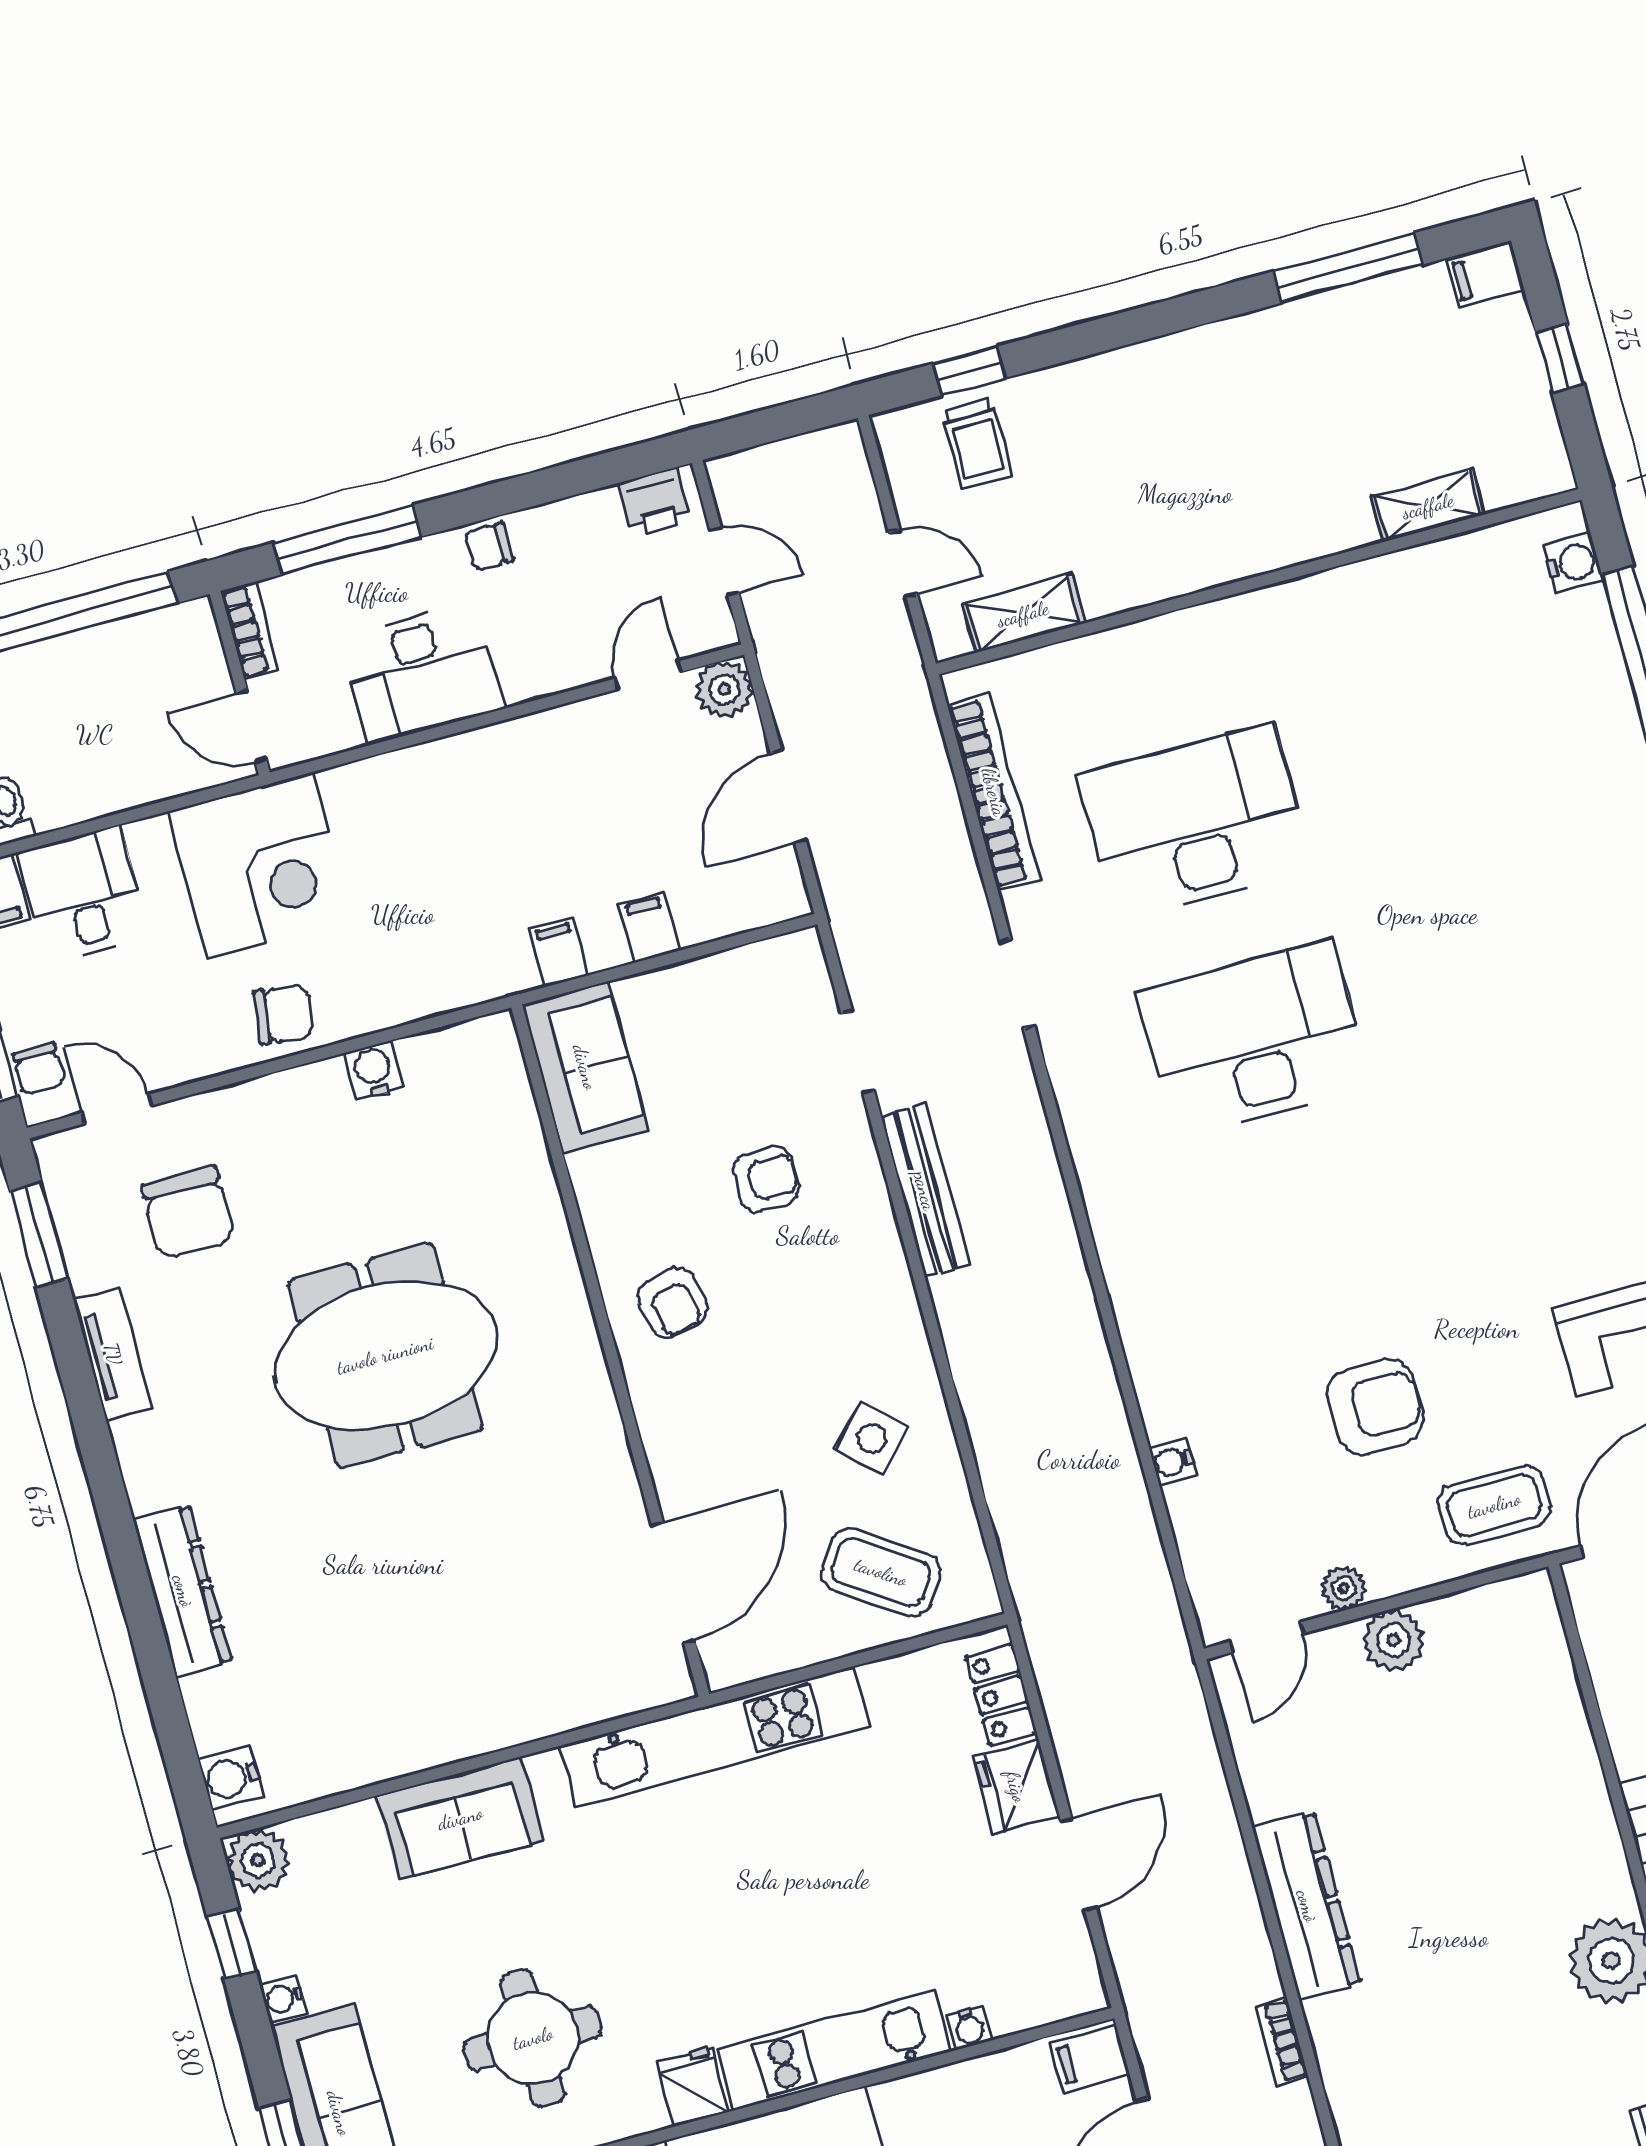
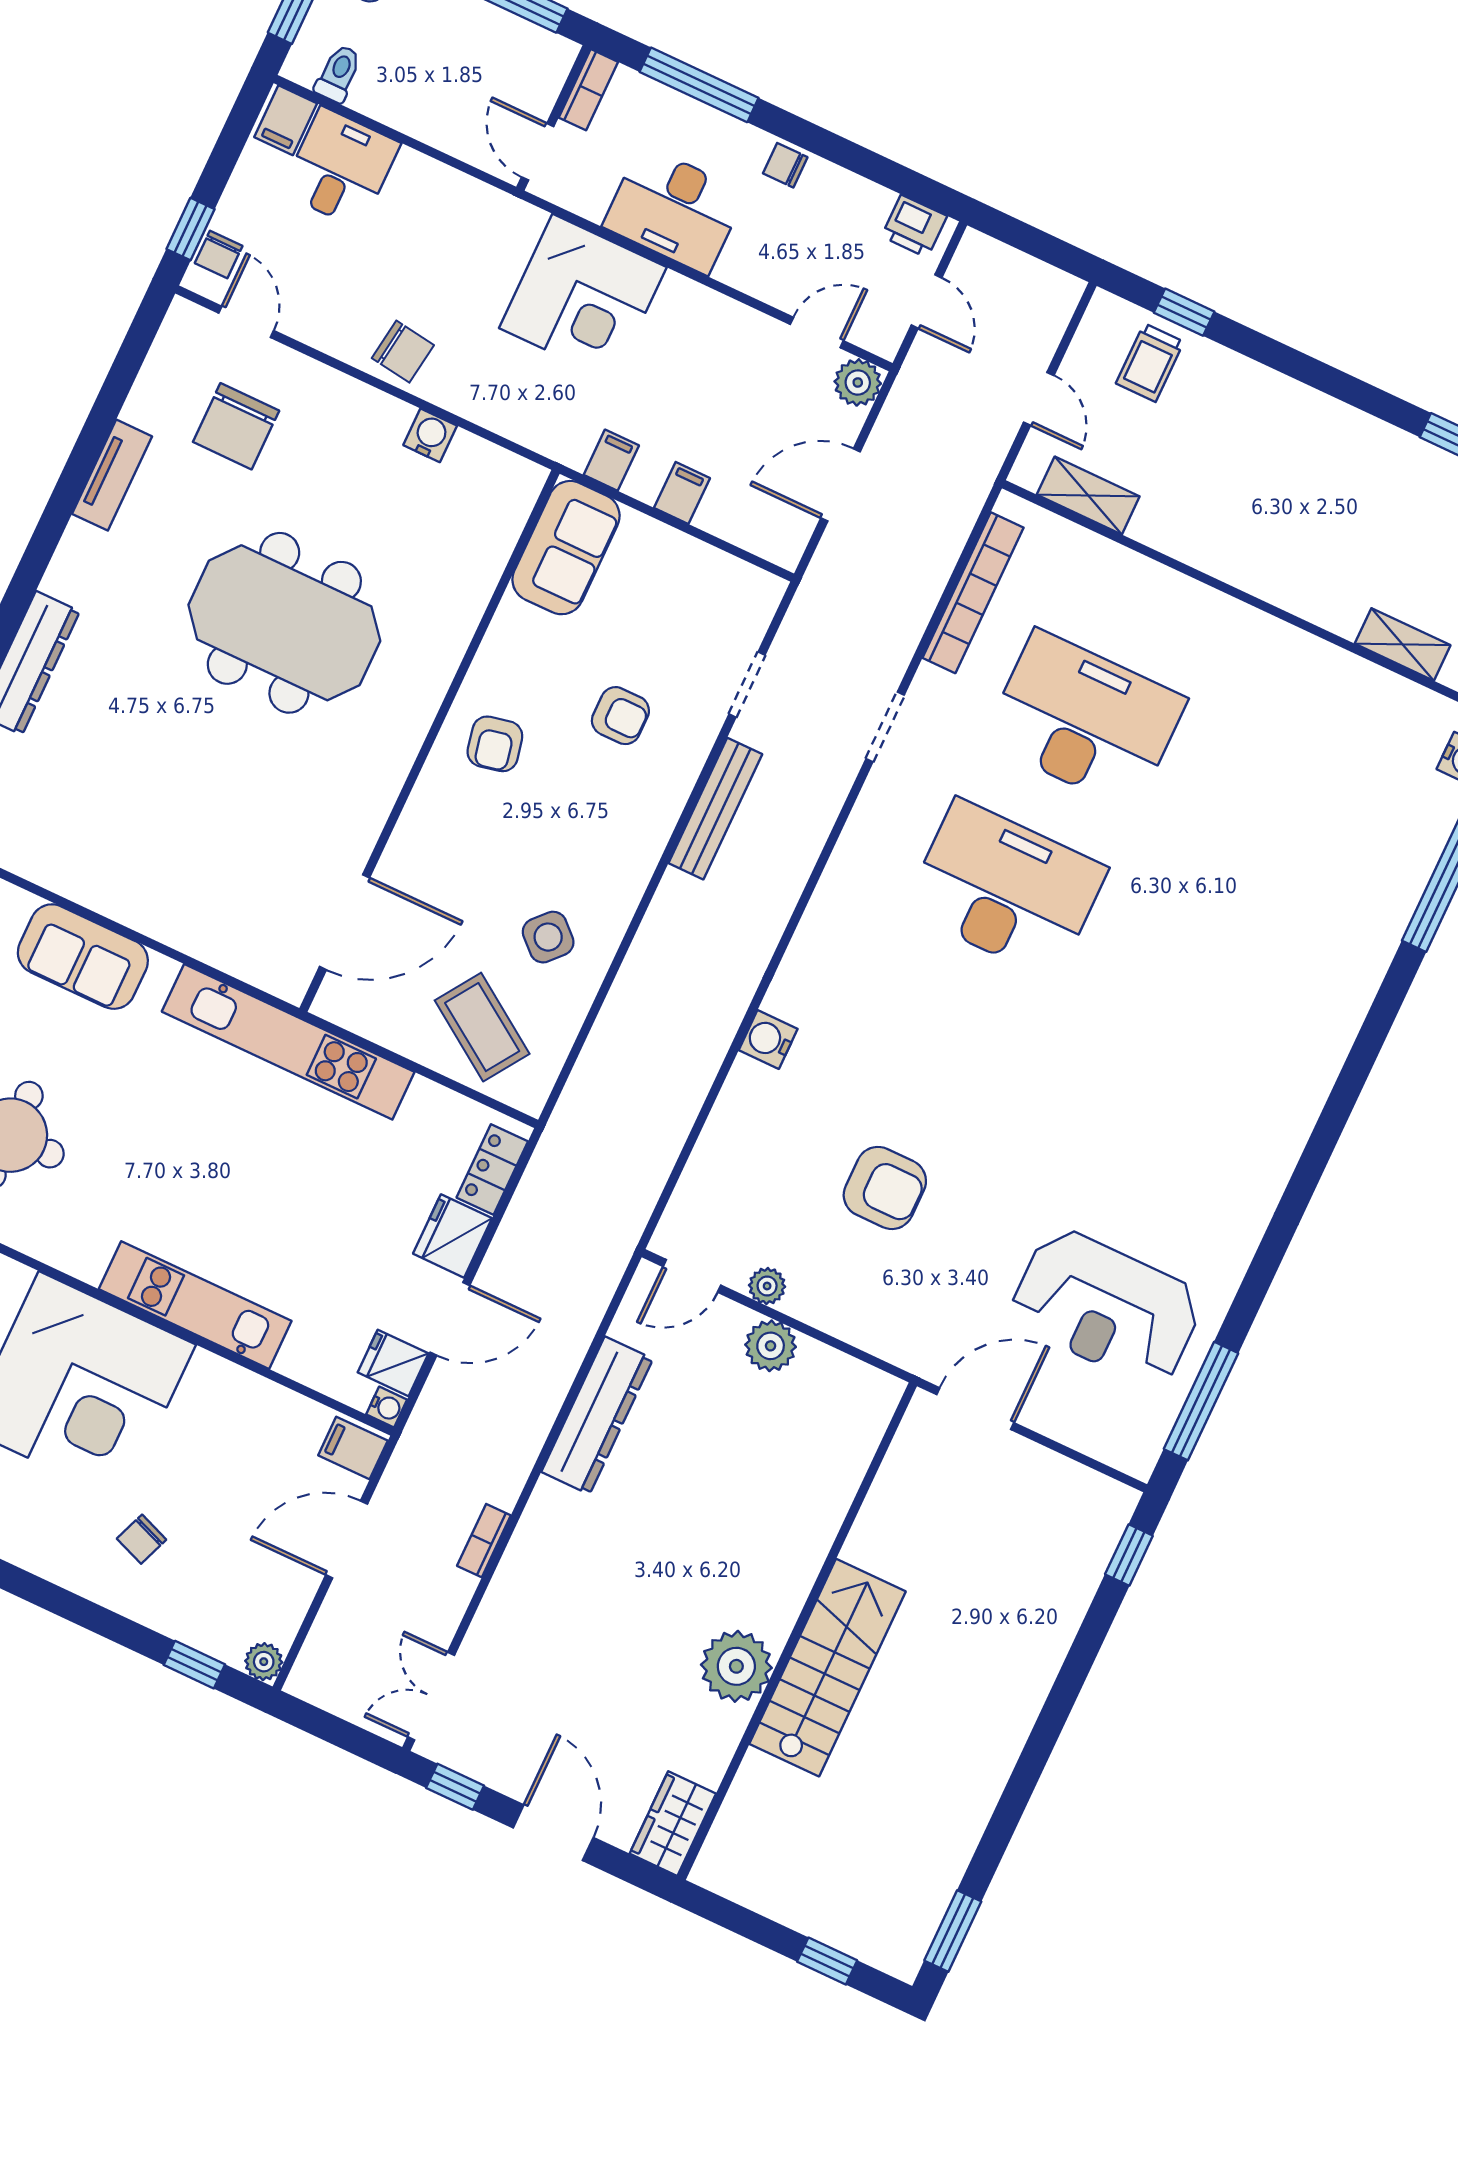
corner desk: (260, 865) -> (583, 298), moved
window: (39, 1235) -> (129, 360), removed
water cooler: (1173, 1461) -> (768, 1039), moved, width x1.38, depth x1.38
coffee table: (1494, 1505) -> (907, 1314), removed
dresser: (1307, 1906) -> (597, 1415), moved
water cooler: (969, 2027) -> (387, 1407), moved, turned -90
fridge: (693, 2086) -> (393, 1363), moved, turned -90

